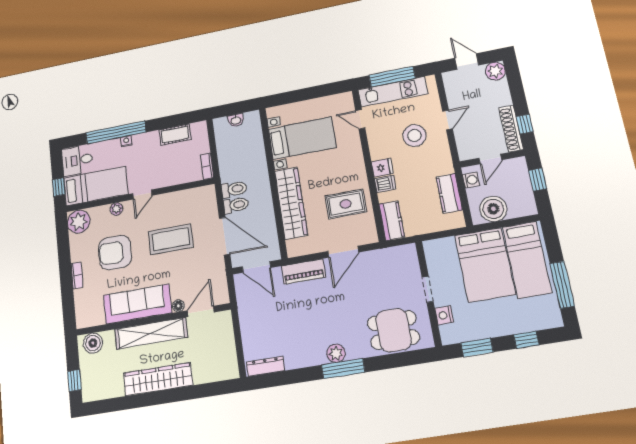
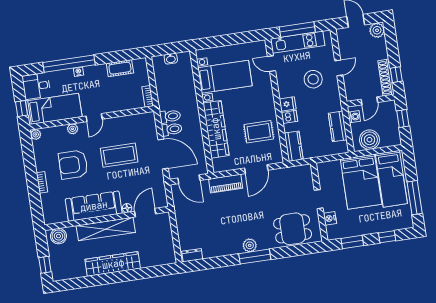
plant: (79, 222) -> (36, 134), width x0.53, depth x0.53
dresser: (265, 366) -> (192, 255), width x0.70

